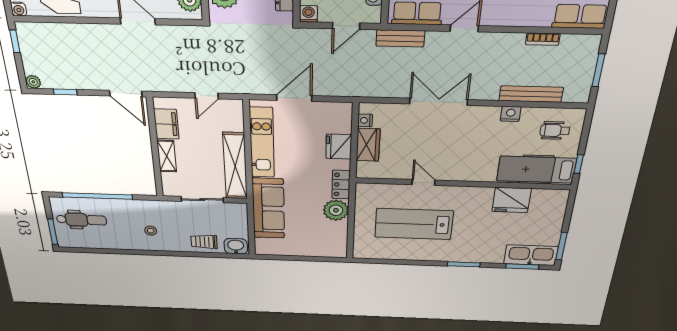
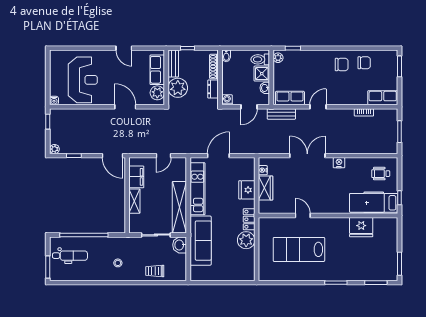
bench: (531, 94) -> (362, 149), removed
nightstand: (511, 114) -> (339, 163), moved
washbasin: (236, 246) -> (180, 245), moved, turned -90
kitchen sink: (531, 255) -> (380, 272), removed

